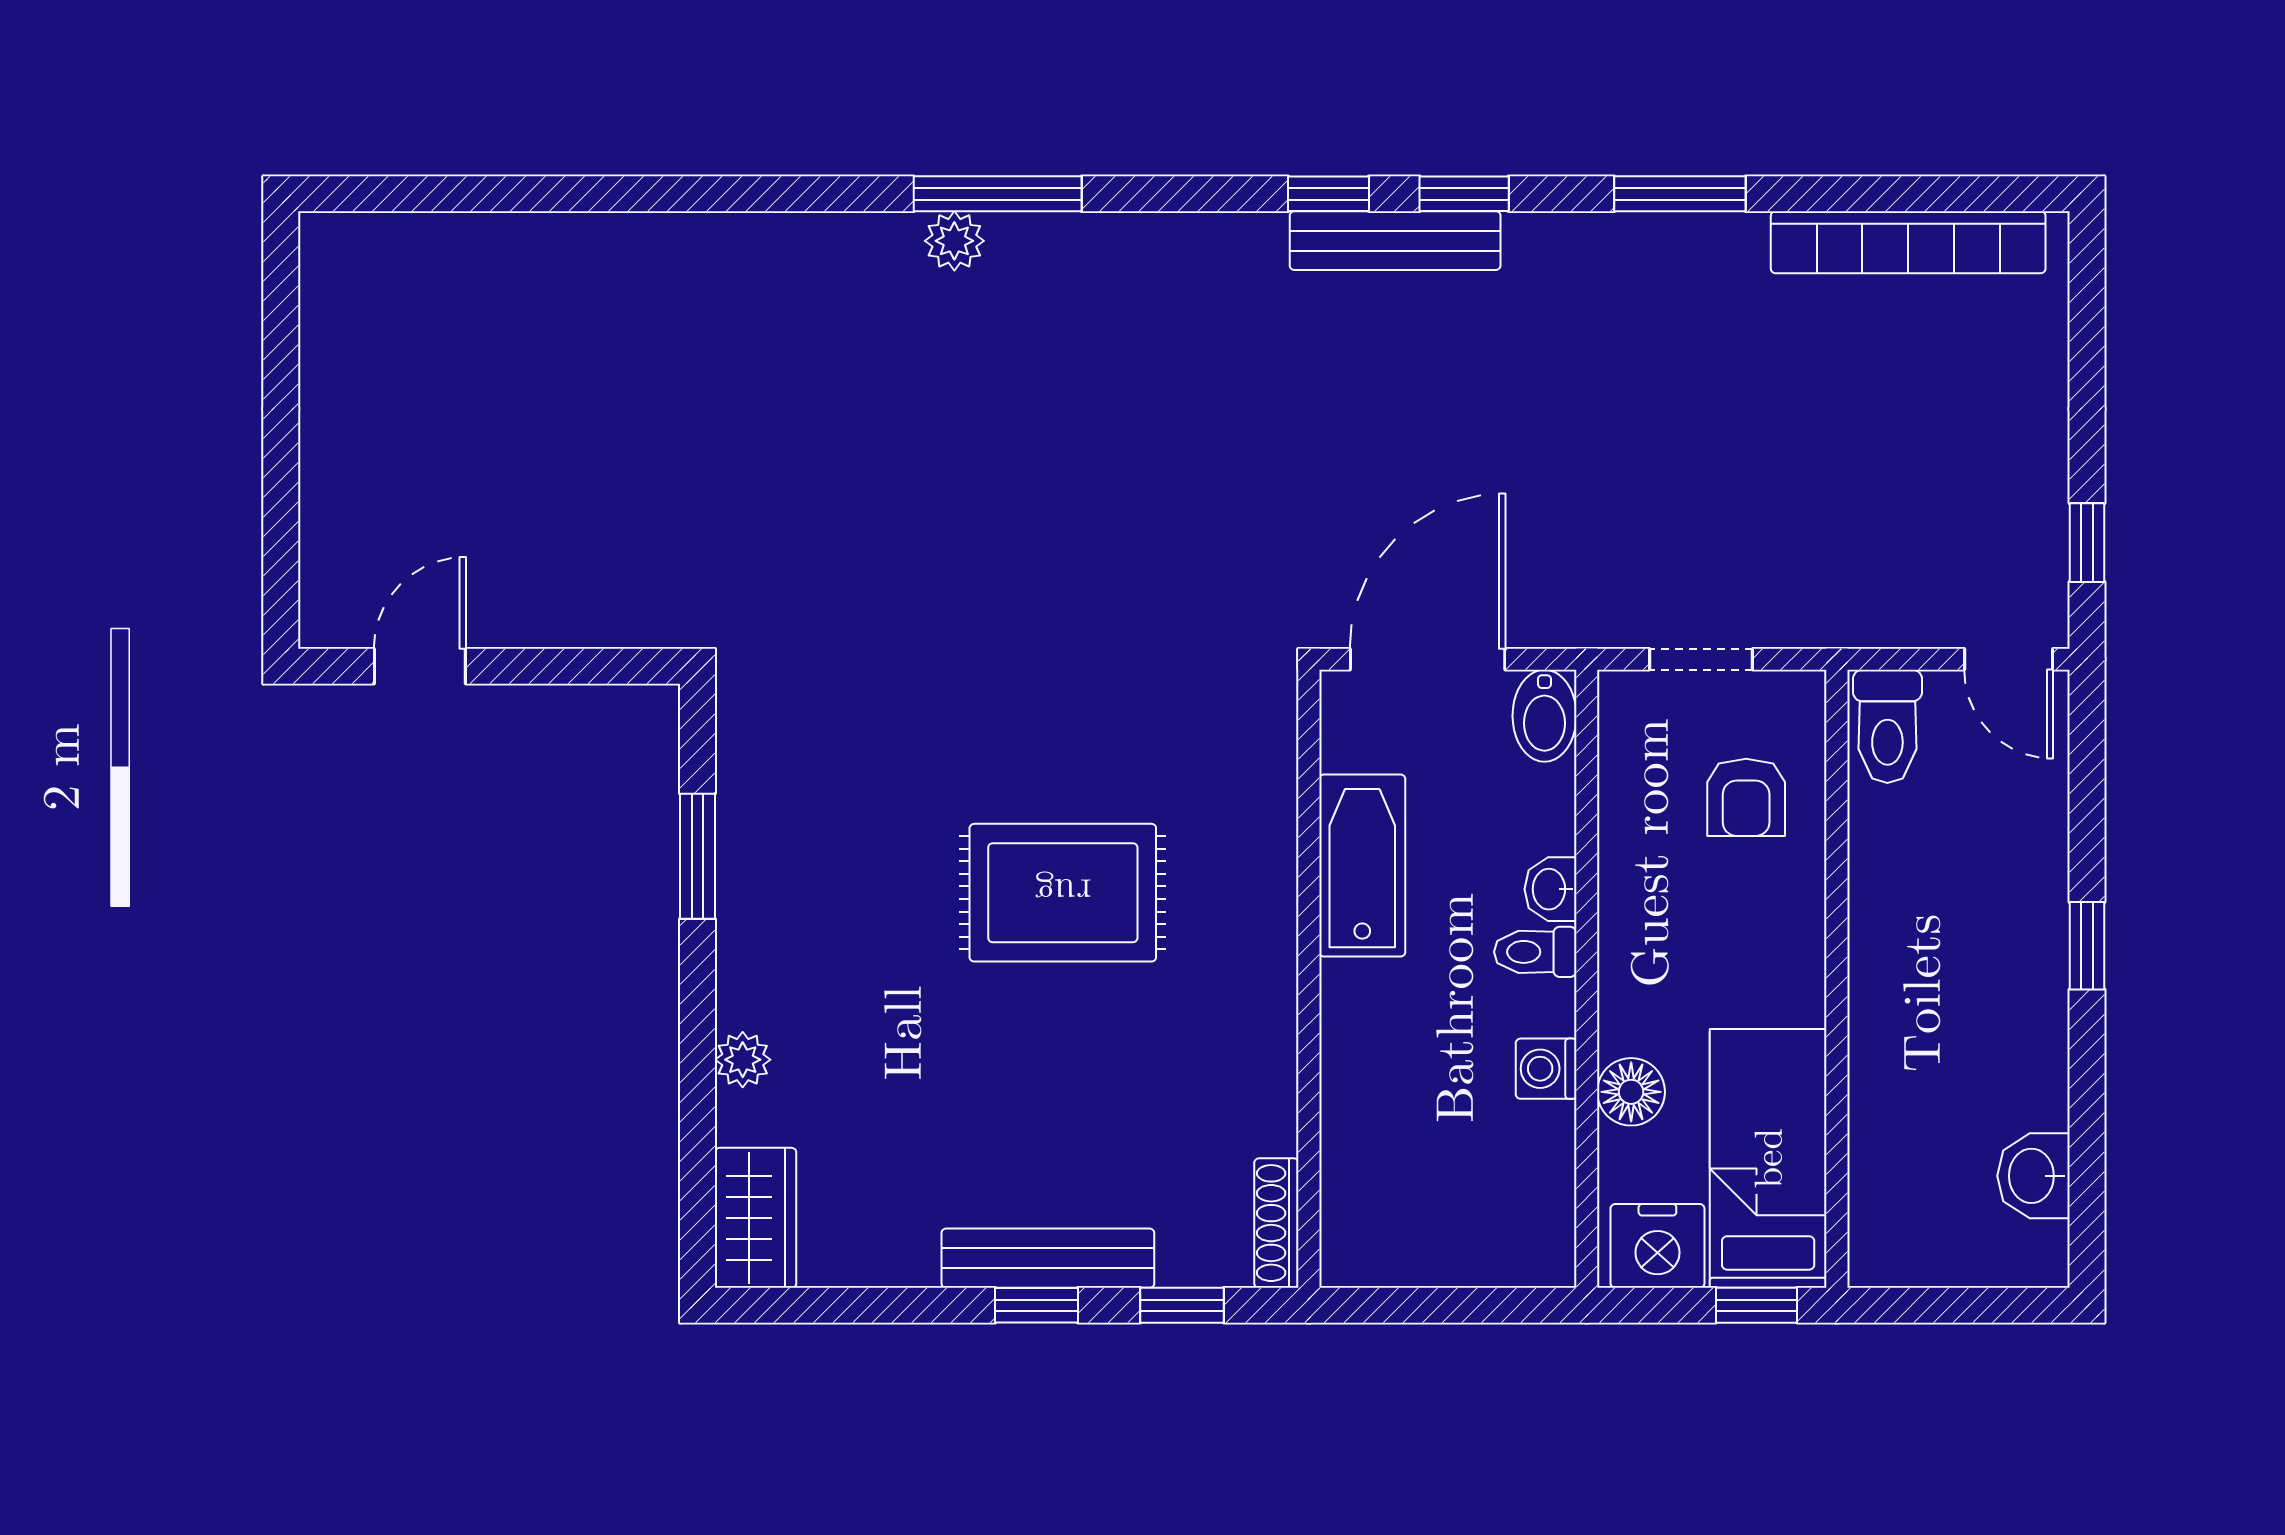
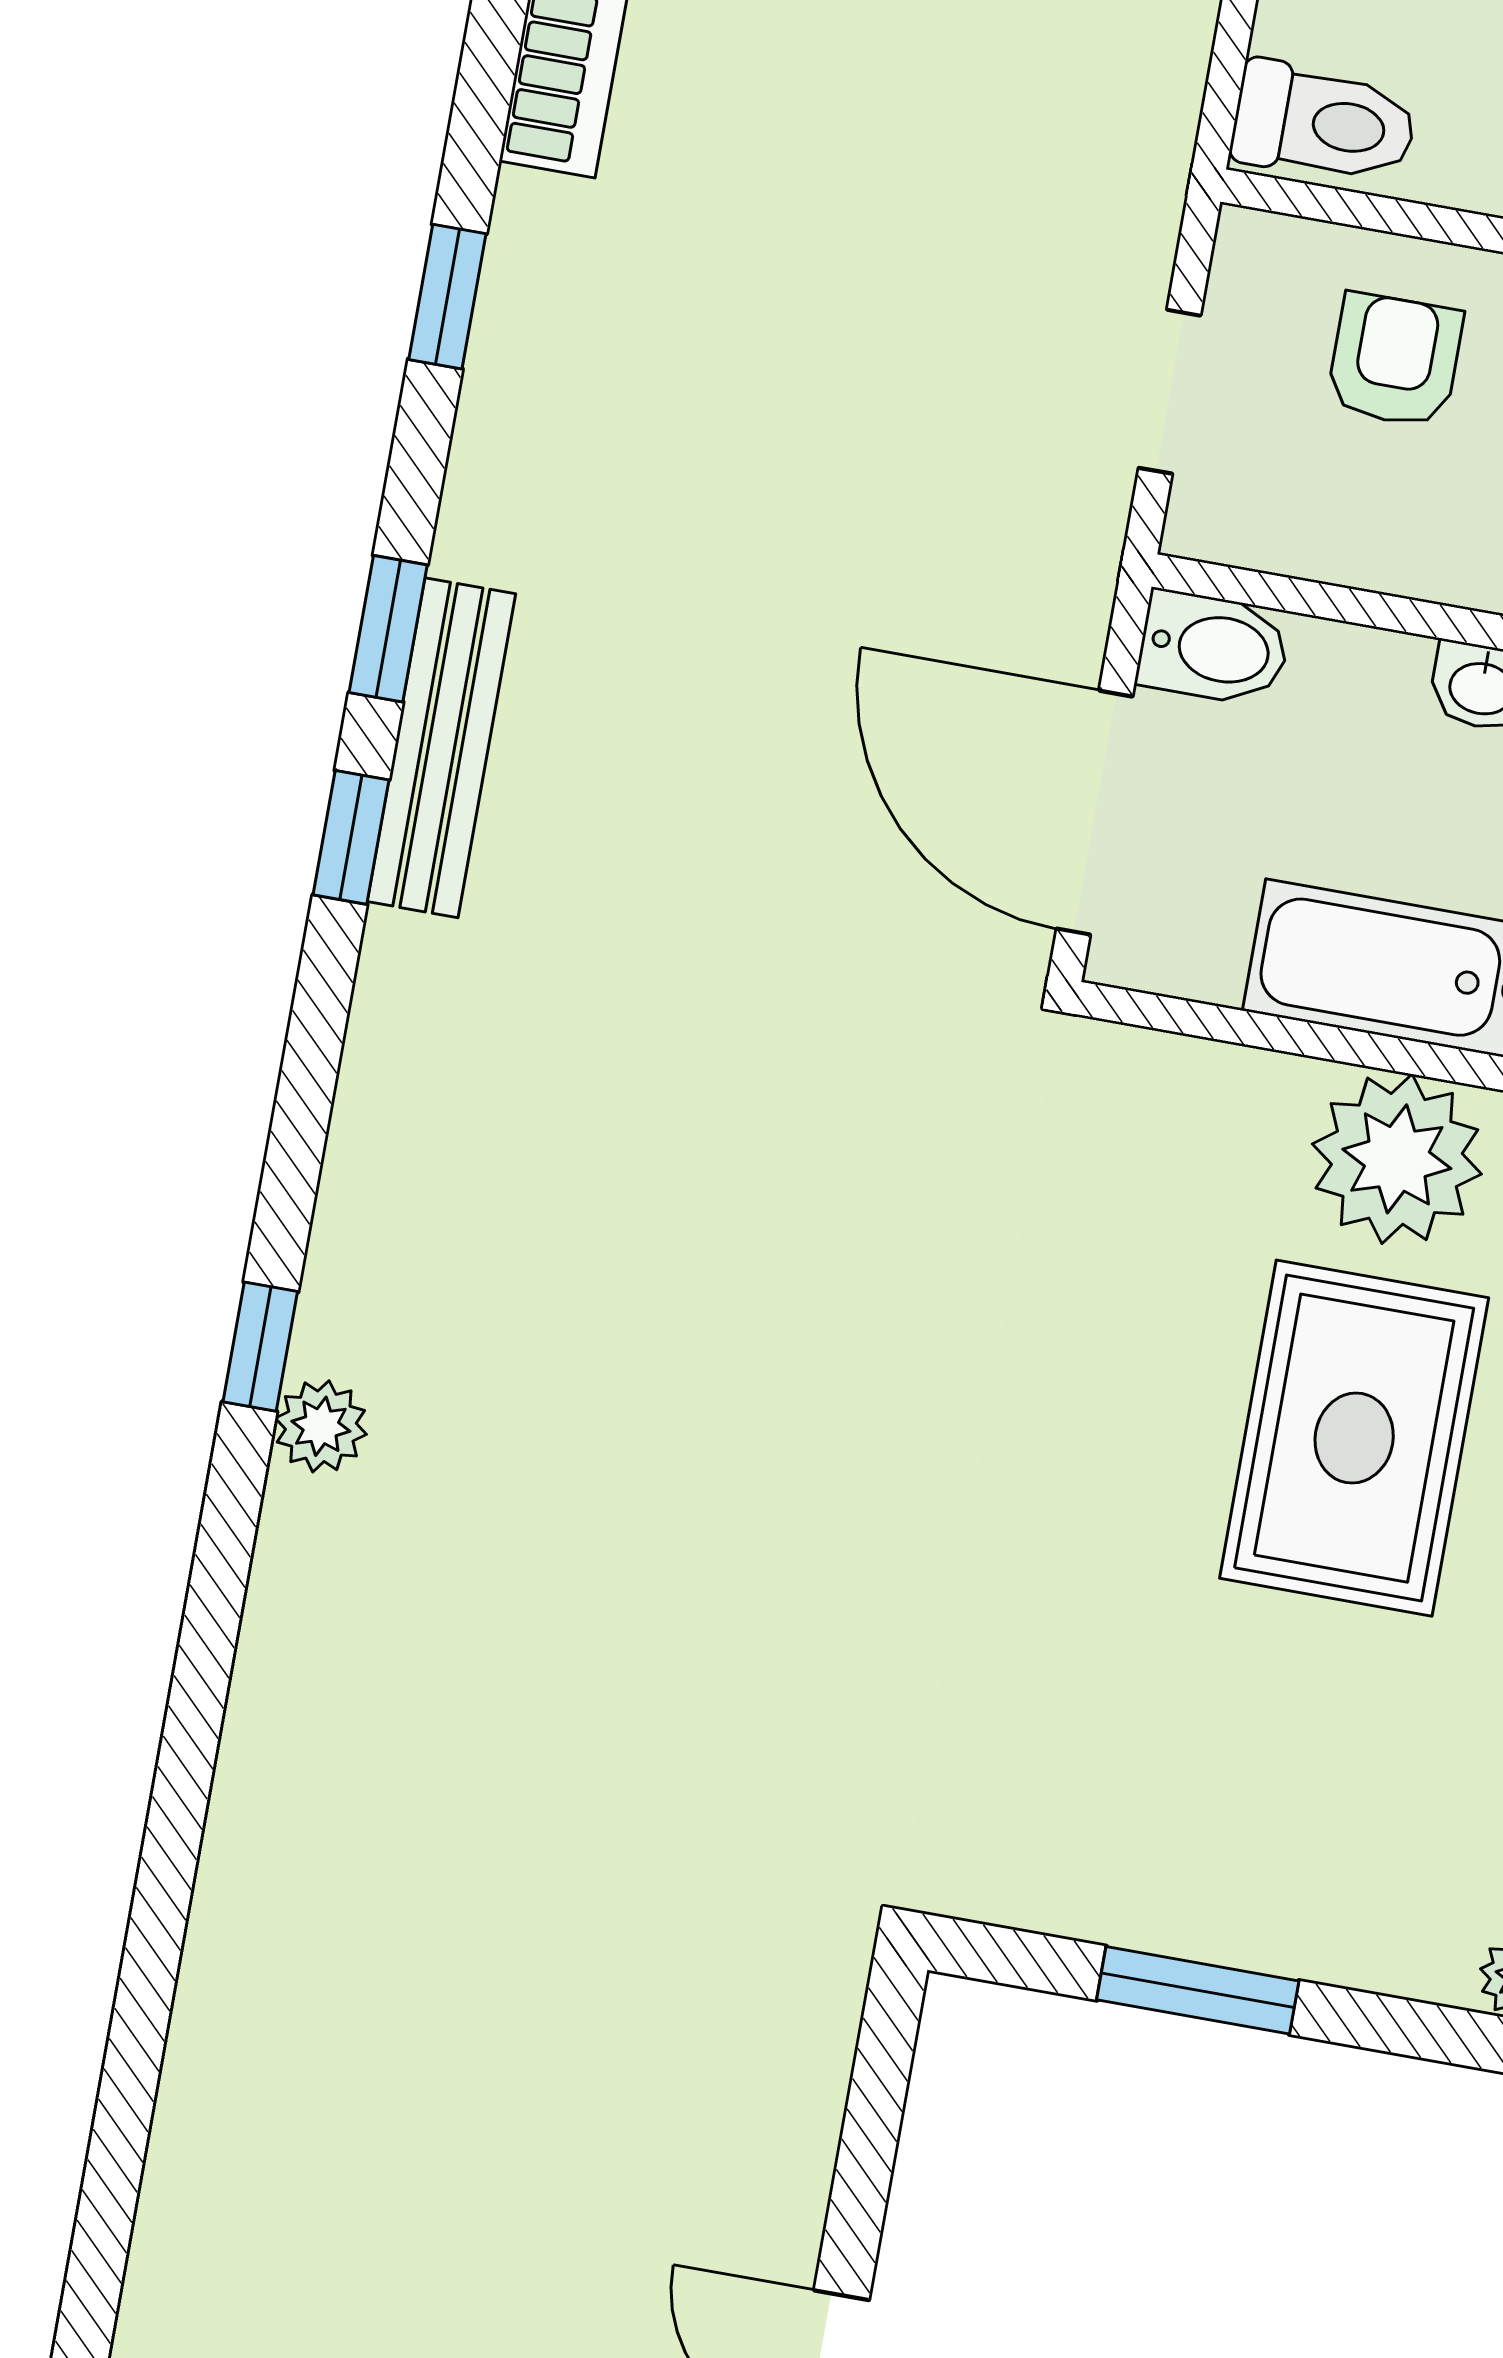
window: (998, 194) -> (260, 1347), width x0.46
window: (1680, 194) -> (447, 297), width x0.67
armchair: (1746, 797) -> (1395, 360), turned -90
plant: (1243, 888) -> (1397, 1159), added

